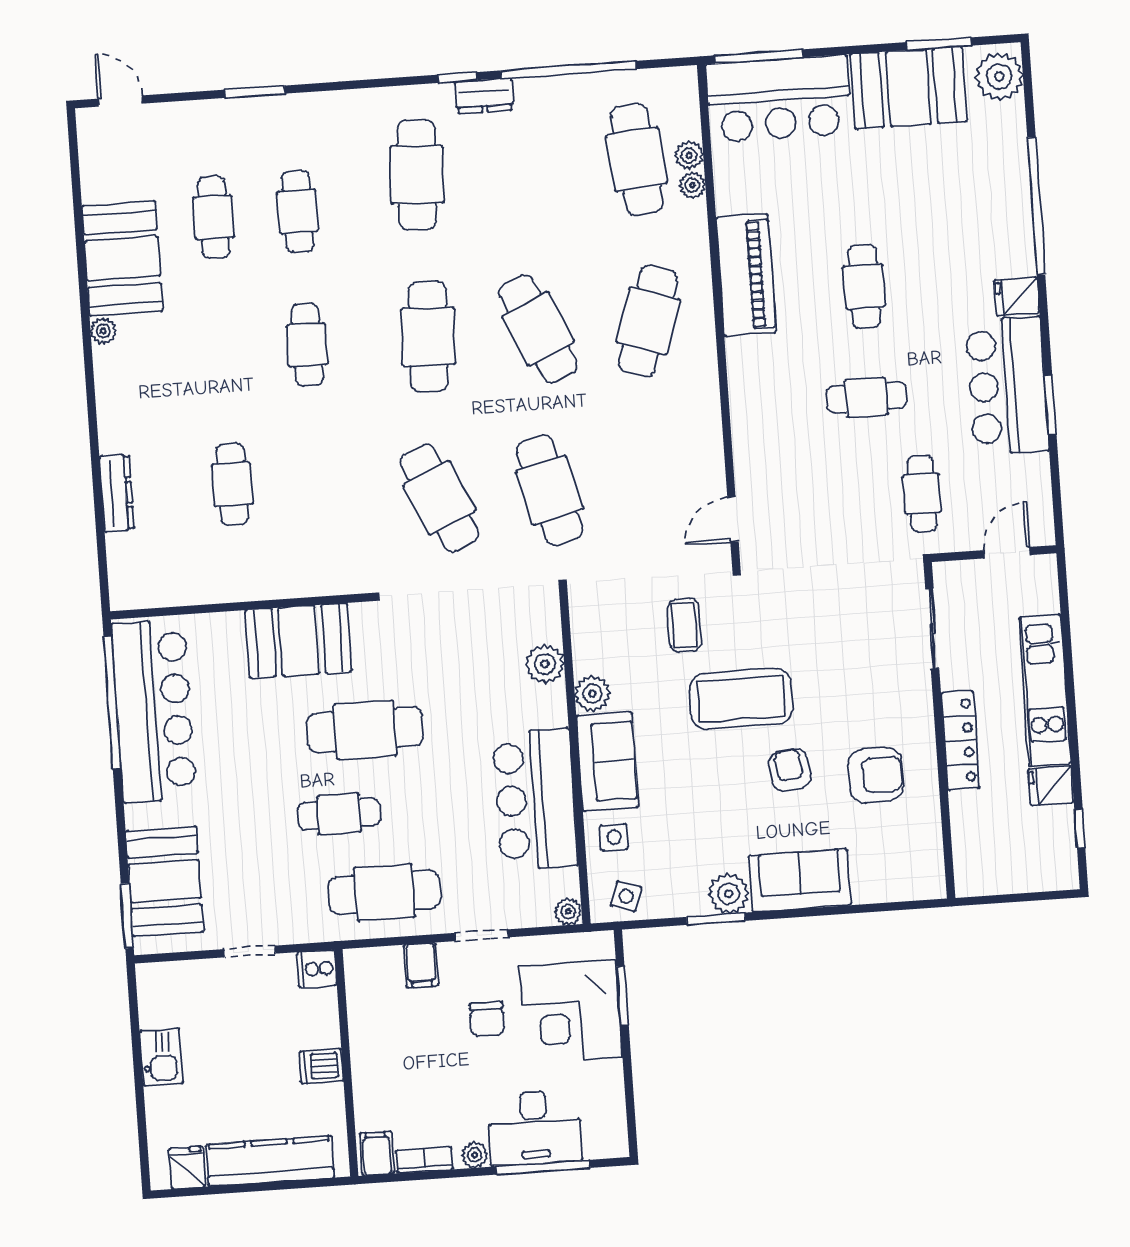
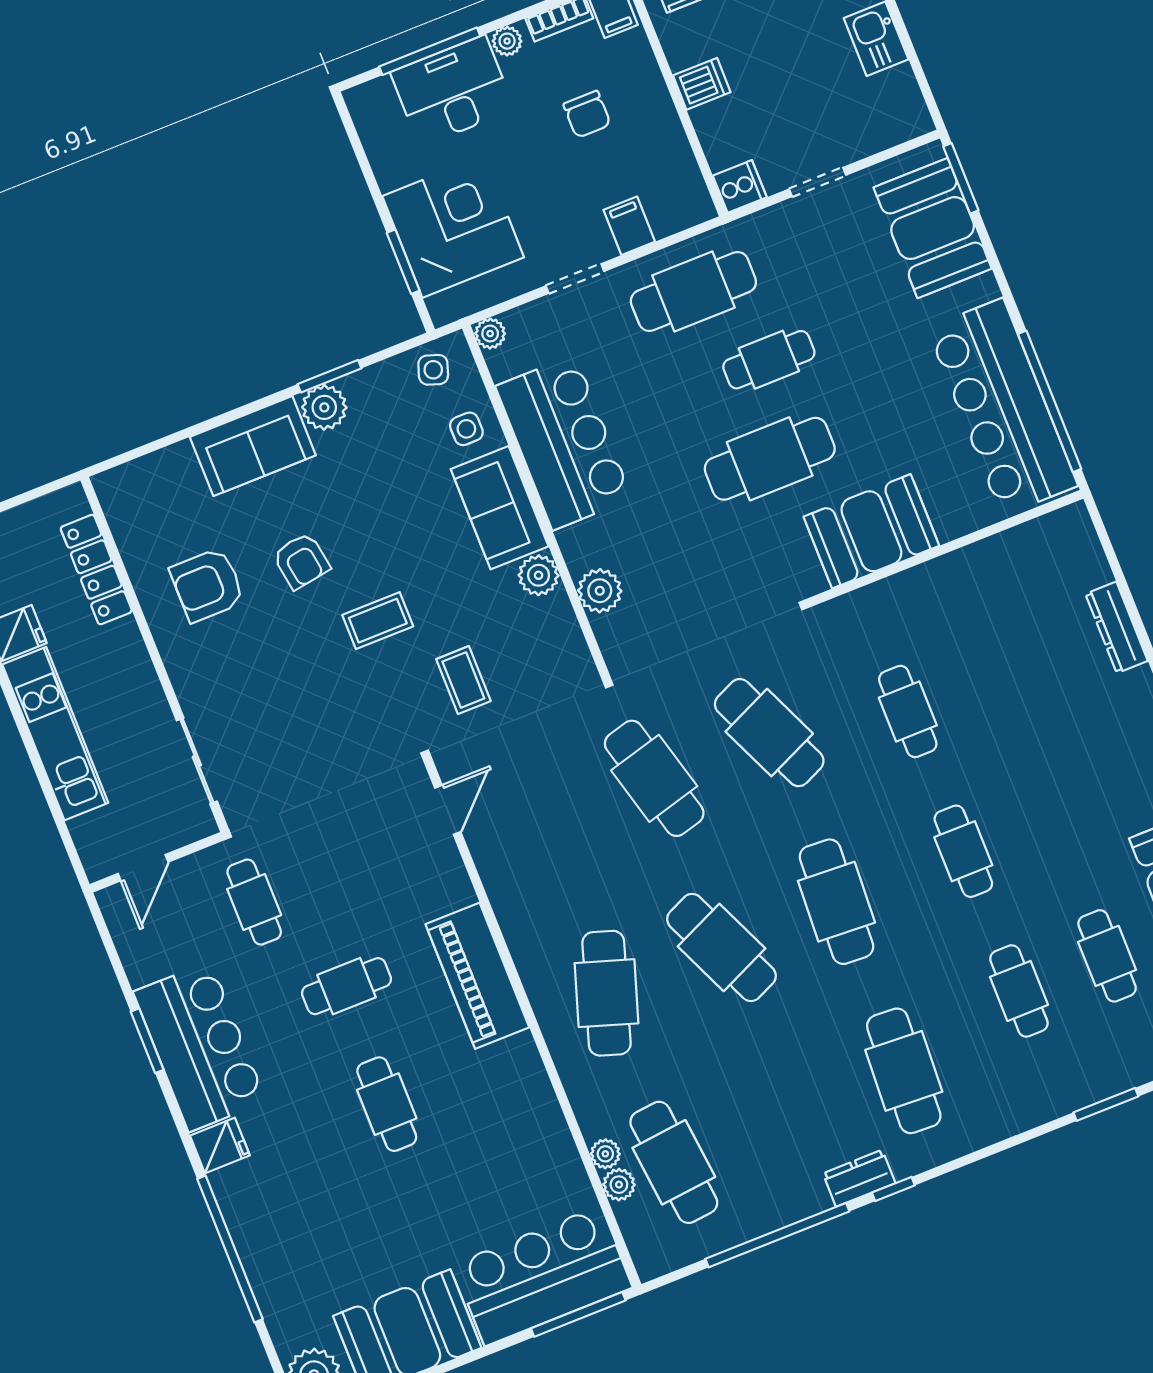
piano: (746, 275) -> (477, 976), moved
cafe table: (232, 484) -> (908, 712), moved
coffee table: (741, 699) -> (378, 621), width x0.54, depth x0.58
locker: (960, 740) -> (96, 570), moved
chair: (487, 1019) -> (587, 114), moved, turned 180

